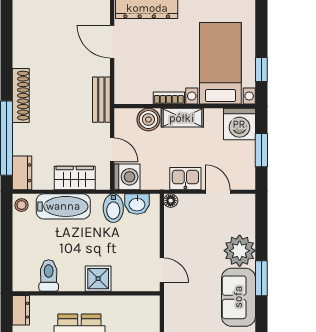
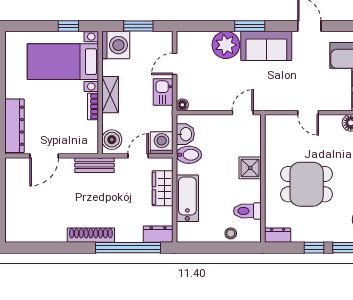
boiler: (148, 120) -> (112, 140), moved
stool: (21, 205) -> (231, 233), moved

